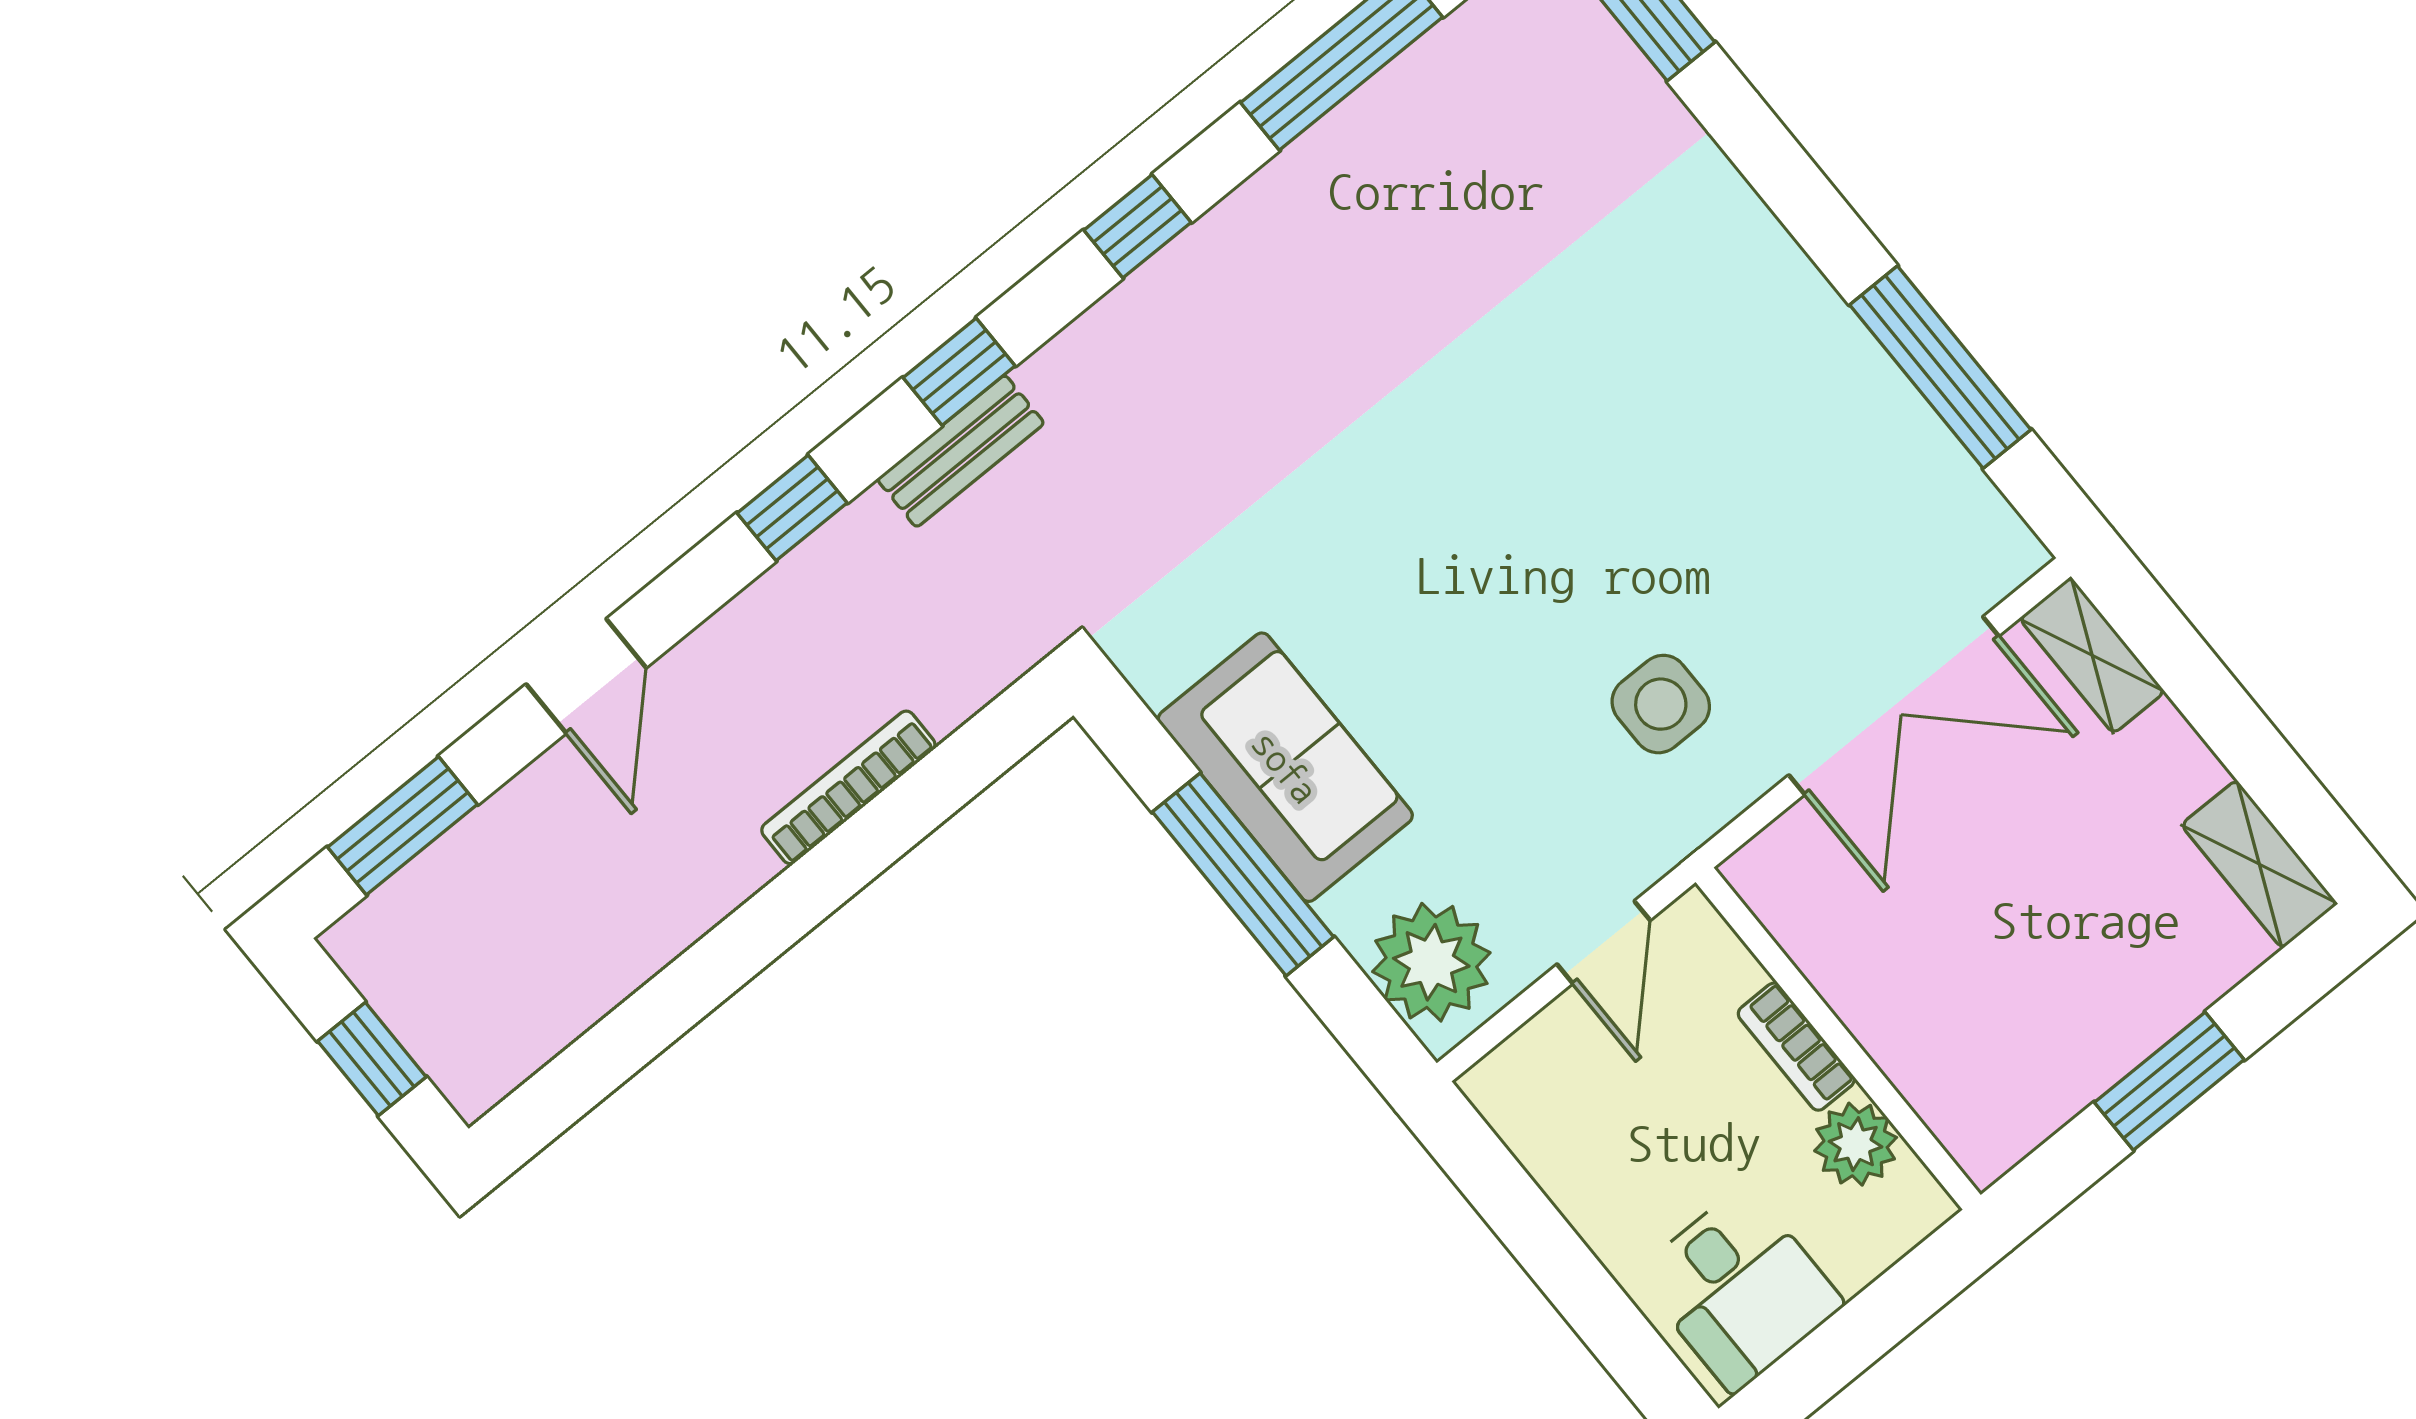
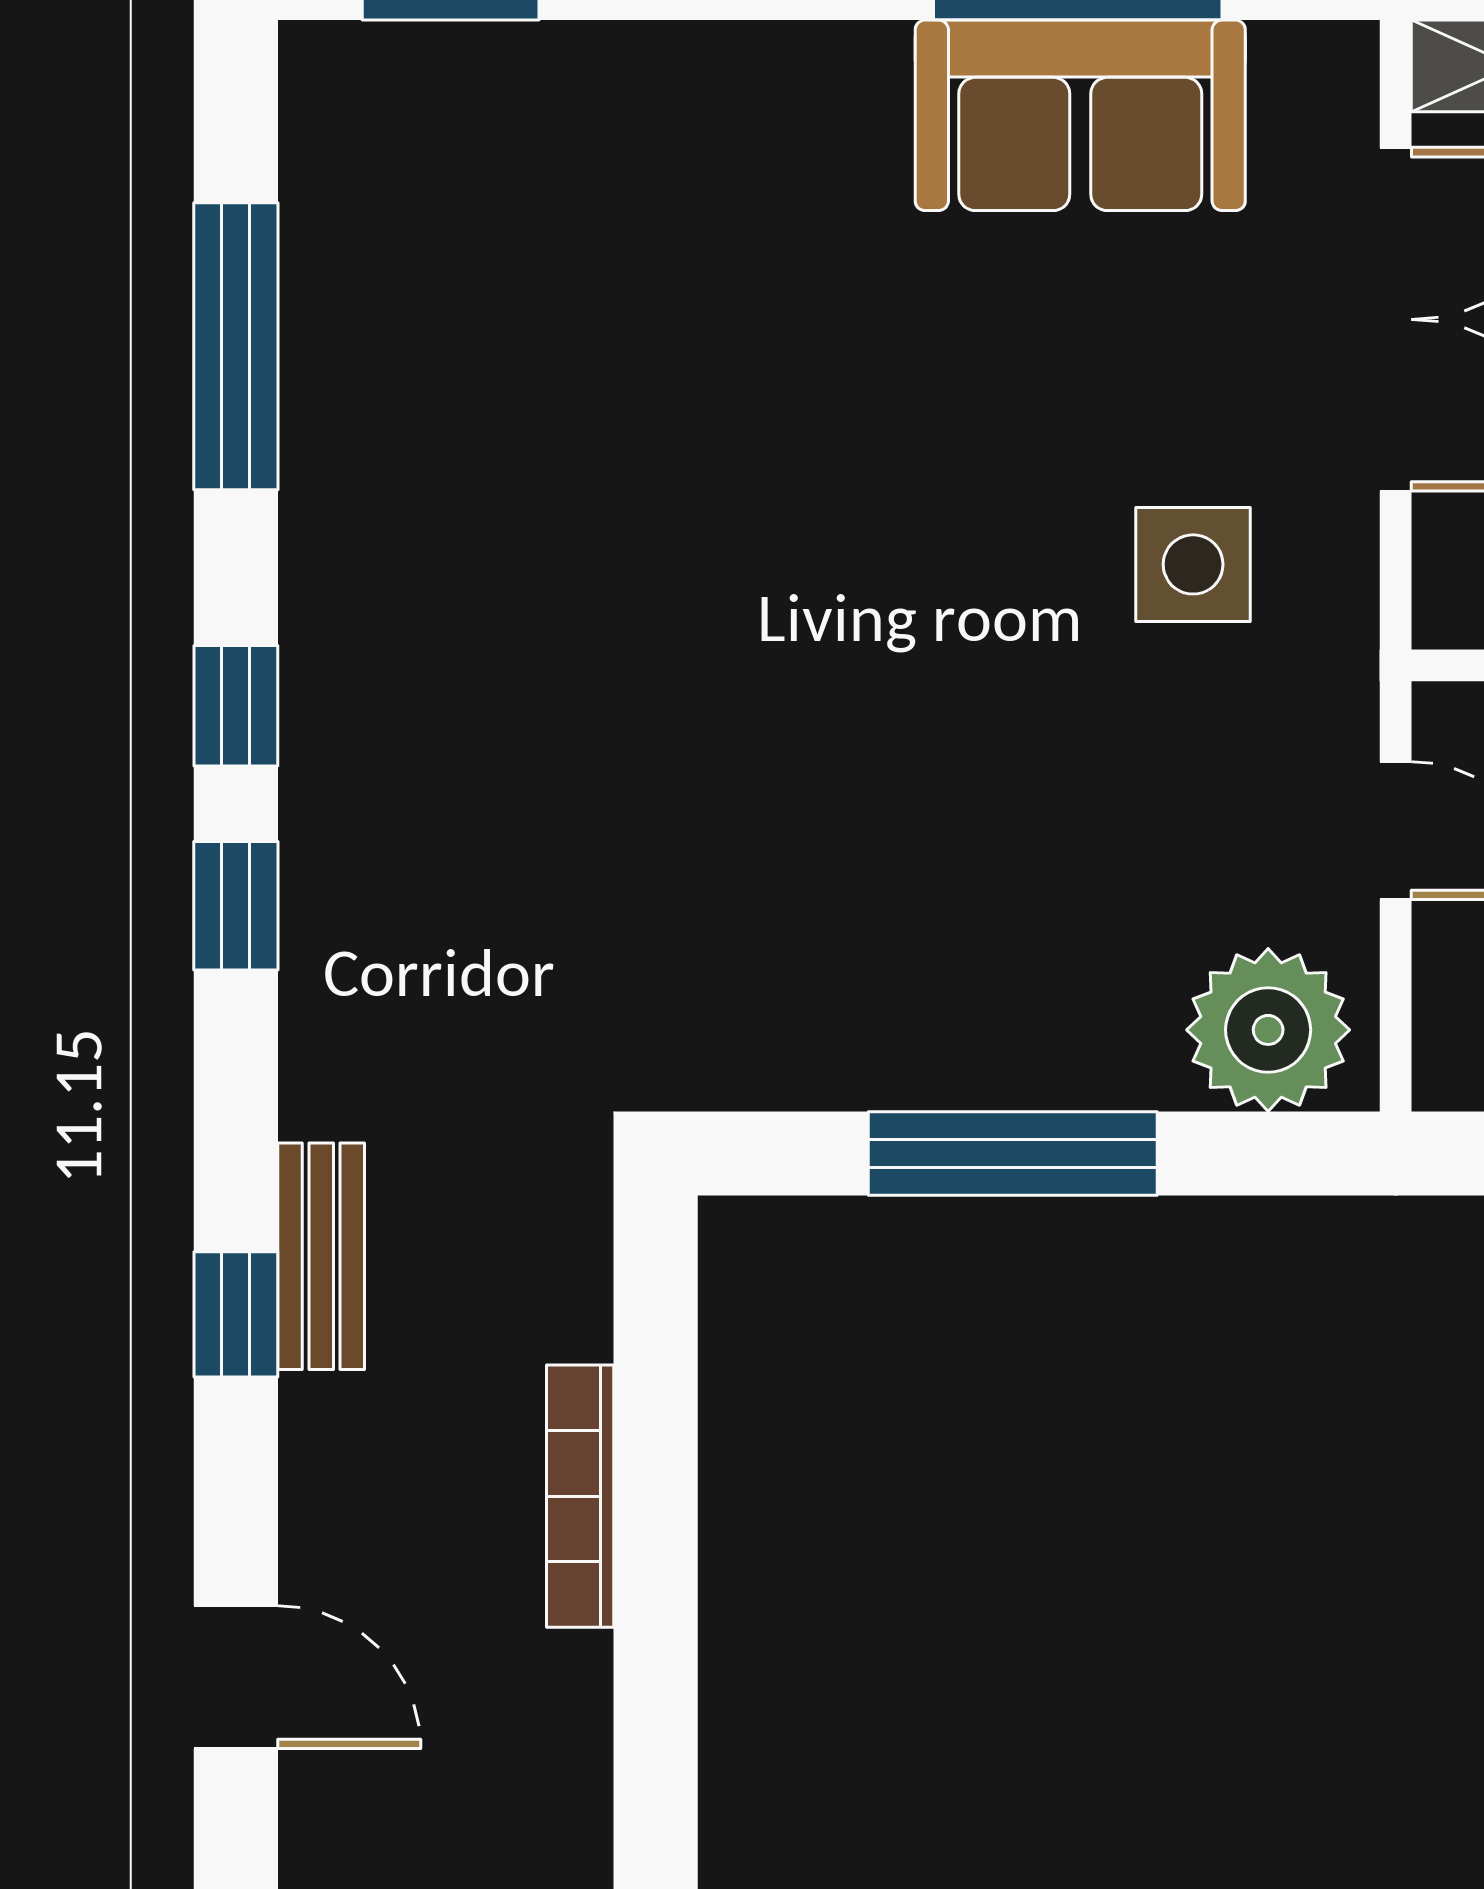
window: (959, 372) -> (236, 906), moved
bench: (961, 451) -> (321, 1256), moved
sofa: (1285, 767) -> (1080, 115), moved, turned 180

